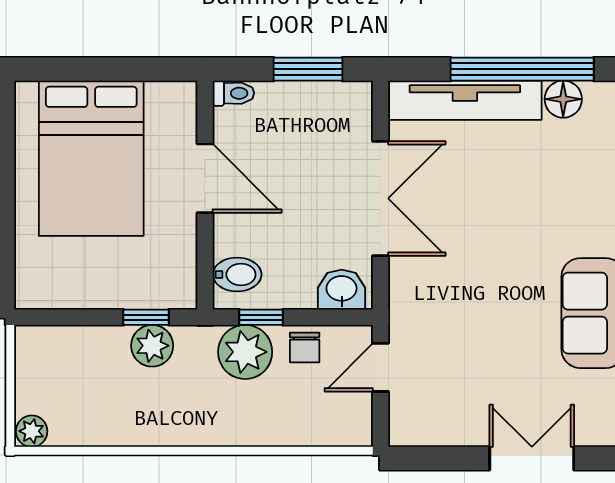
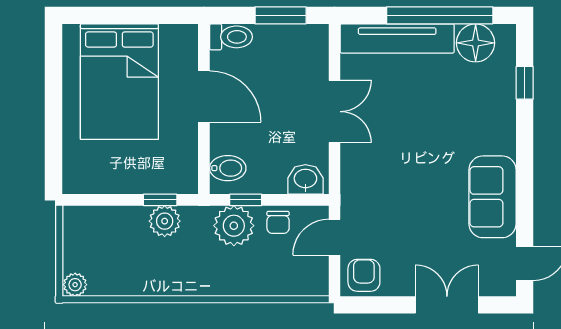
toilet: (233, 93) -> (231, 37), width x1.37, depth x1.39
floor lamp: (563, 99) -> (476, 43), width x1.38, depth x1.38
double door: (381, 198) -> (334, 112), width x0.73
armchair: (420, 419) -> (364, 275), added

